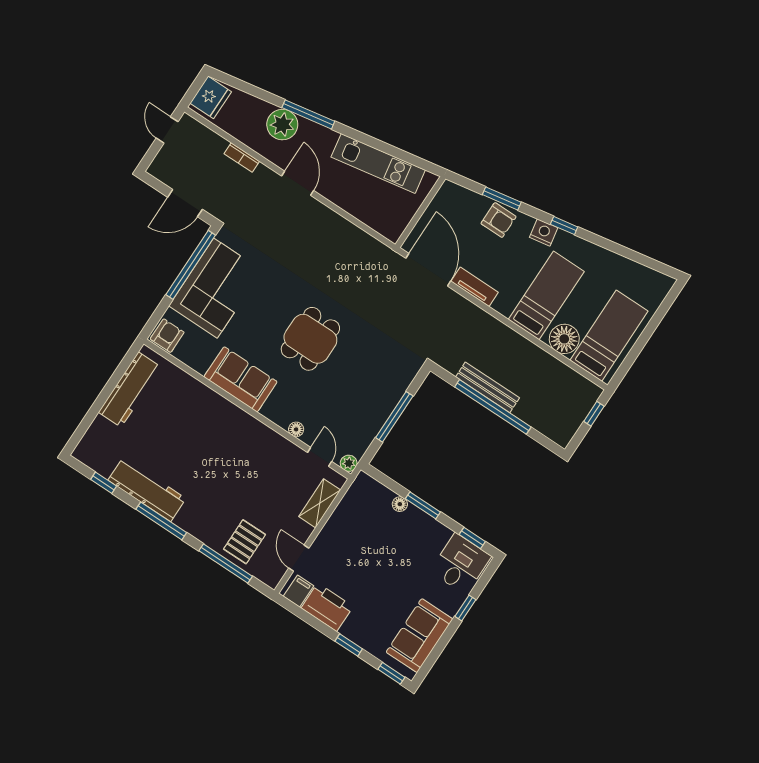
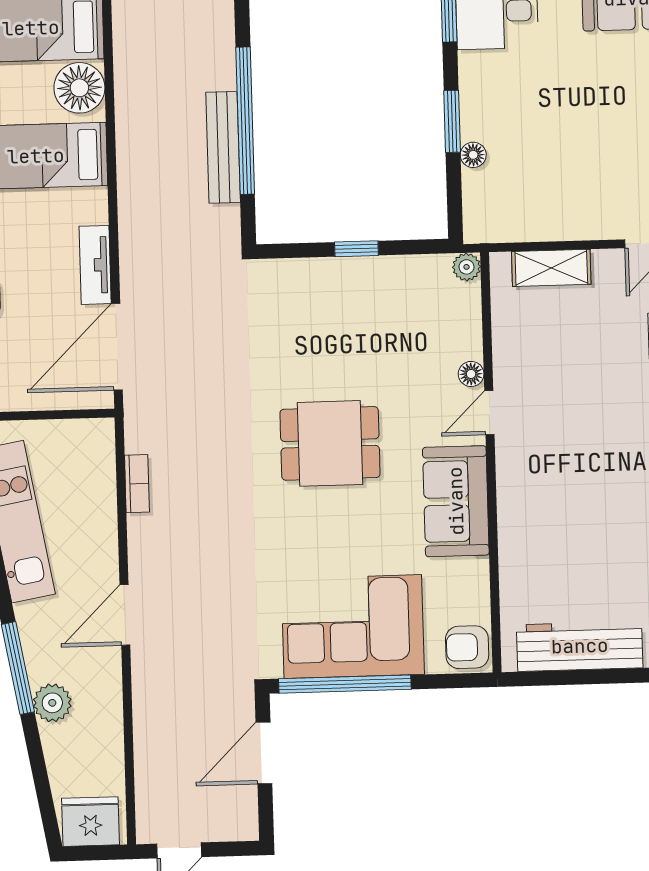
plant: (282, 125) -> (52, 703), width x0.73, depth x0.73
bookcase: (242, 158) -> (137, 484), moved
door: (185, 203) -> (264, 753), swing flipped
window: (394, 417) -> (356, 249), width x0.46
door: (320, 457) -> (489, 413), moved

